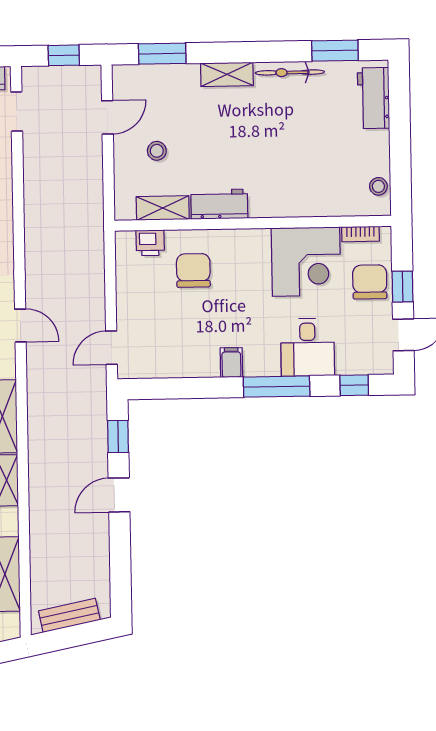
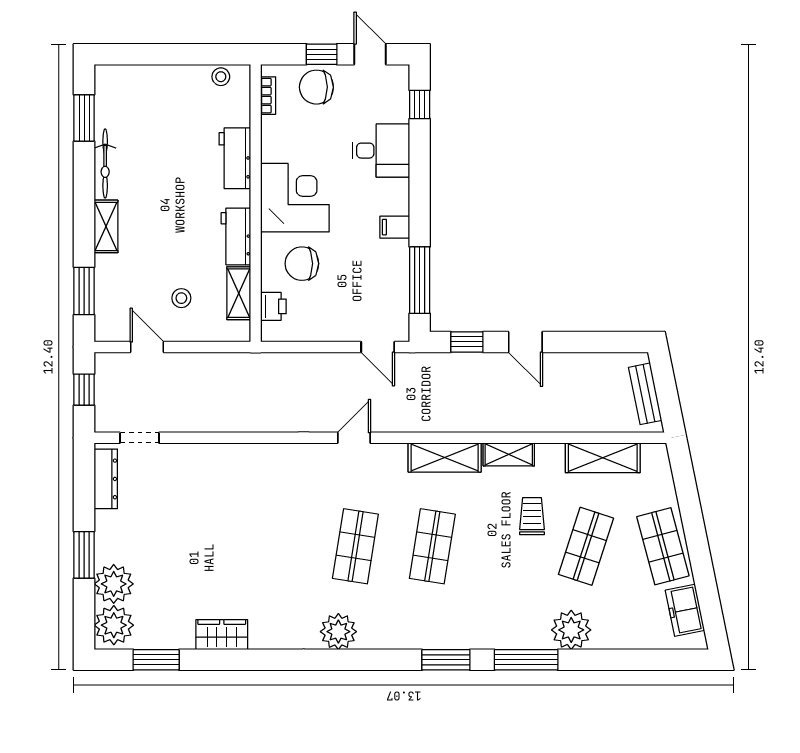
workbench: (373, 98) -> (235, 158), moved, turned 90
corner desk: (306, 262) -> (295, 198), moved
window: (277, 387) -> (420, 280), moved

